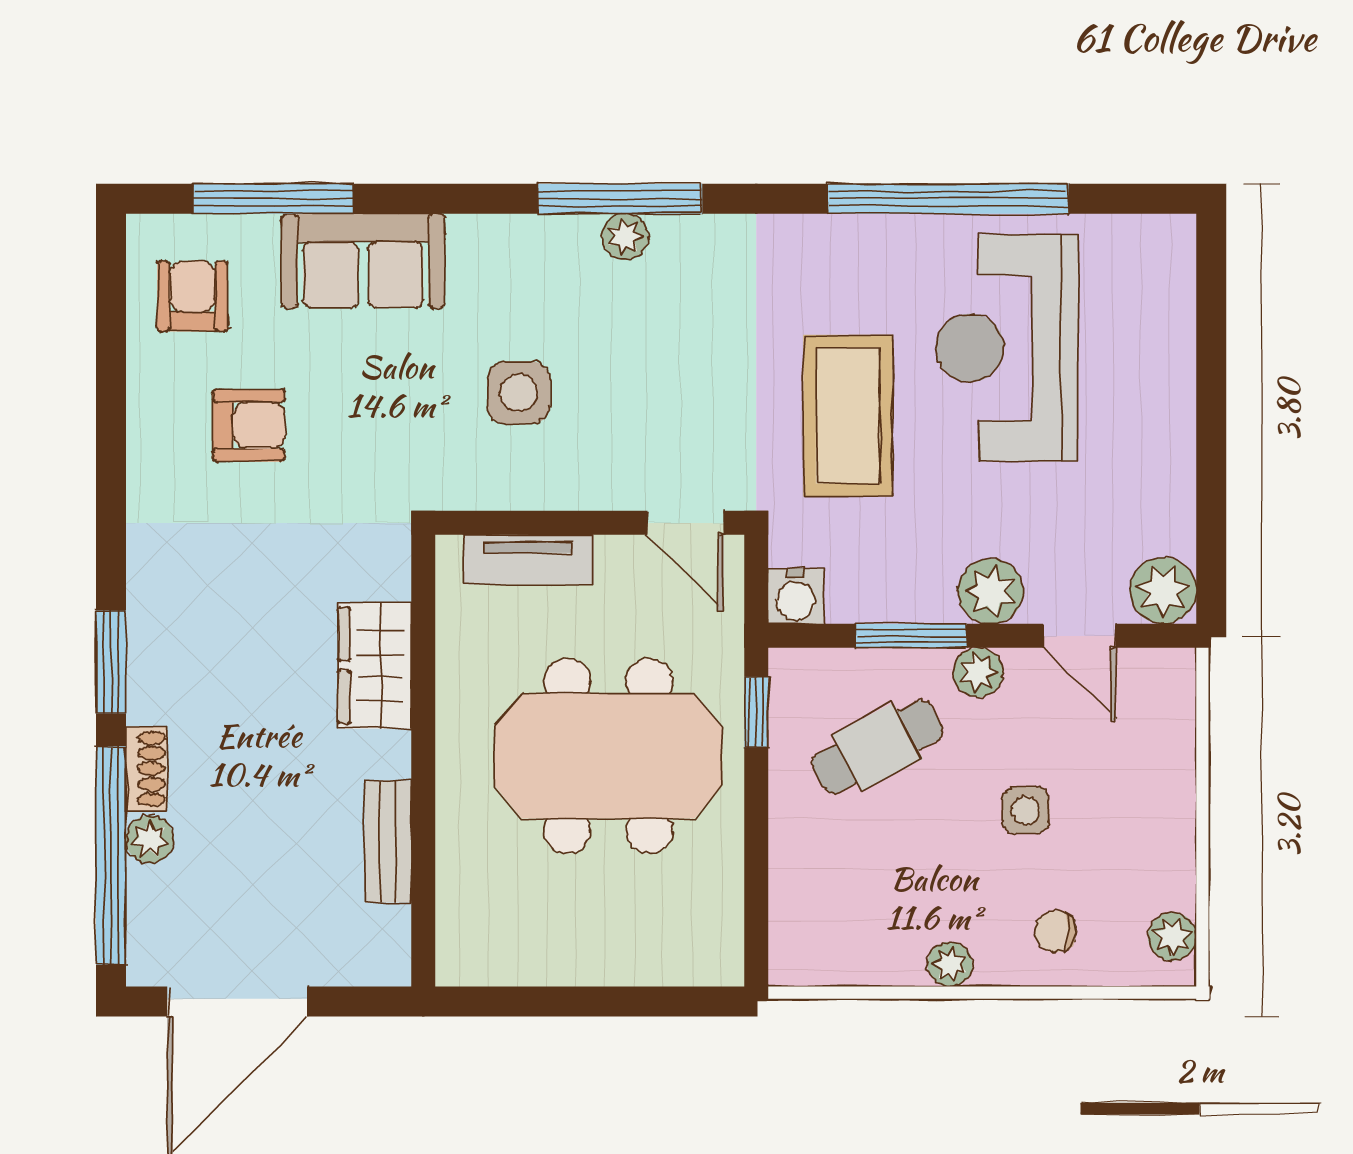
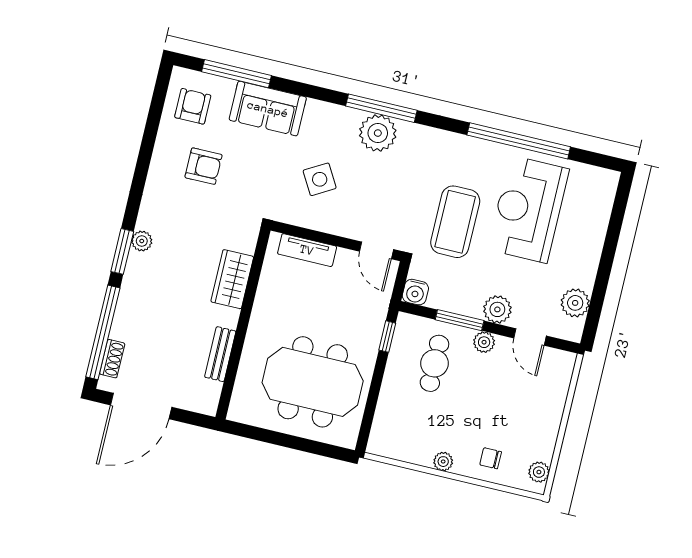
plant: (625, 237) -> (378, 133), width x1.87, depth x1.87
side table: (519, 393) -> (320, 179), turned -30
plant: (1163, 591) -> (575, 303), moved
cafe table: (877, 747) -> (434, 363), turned -62
meeting table: (608, 756) -> (313, 382), moved
shoe rack: (146, 769) -> (112, 359), moved
side table: (1026, 810) -> (490, 404), removed
plant: (150, 839) -> (142, 241), moved

